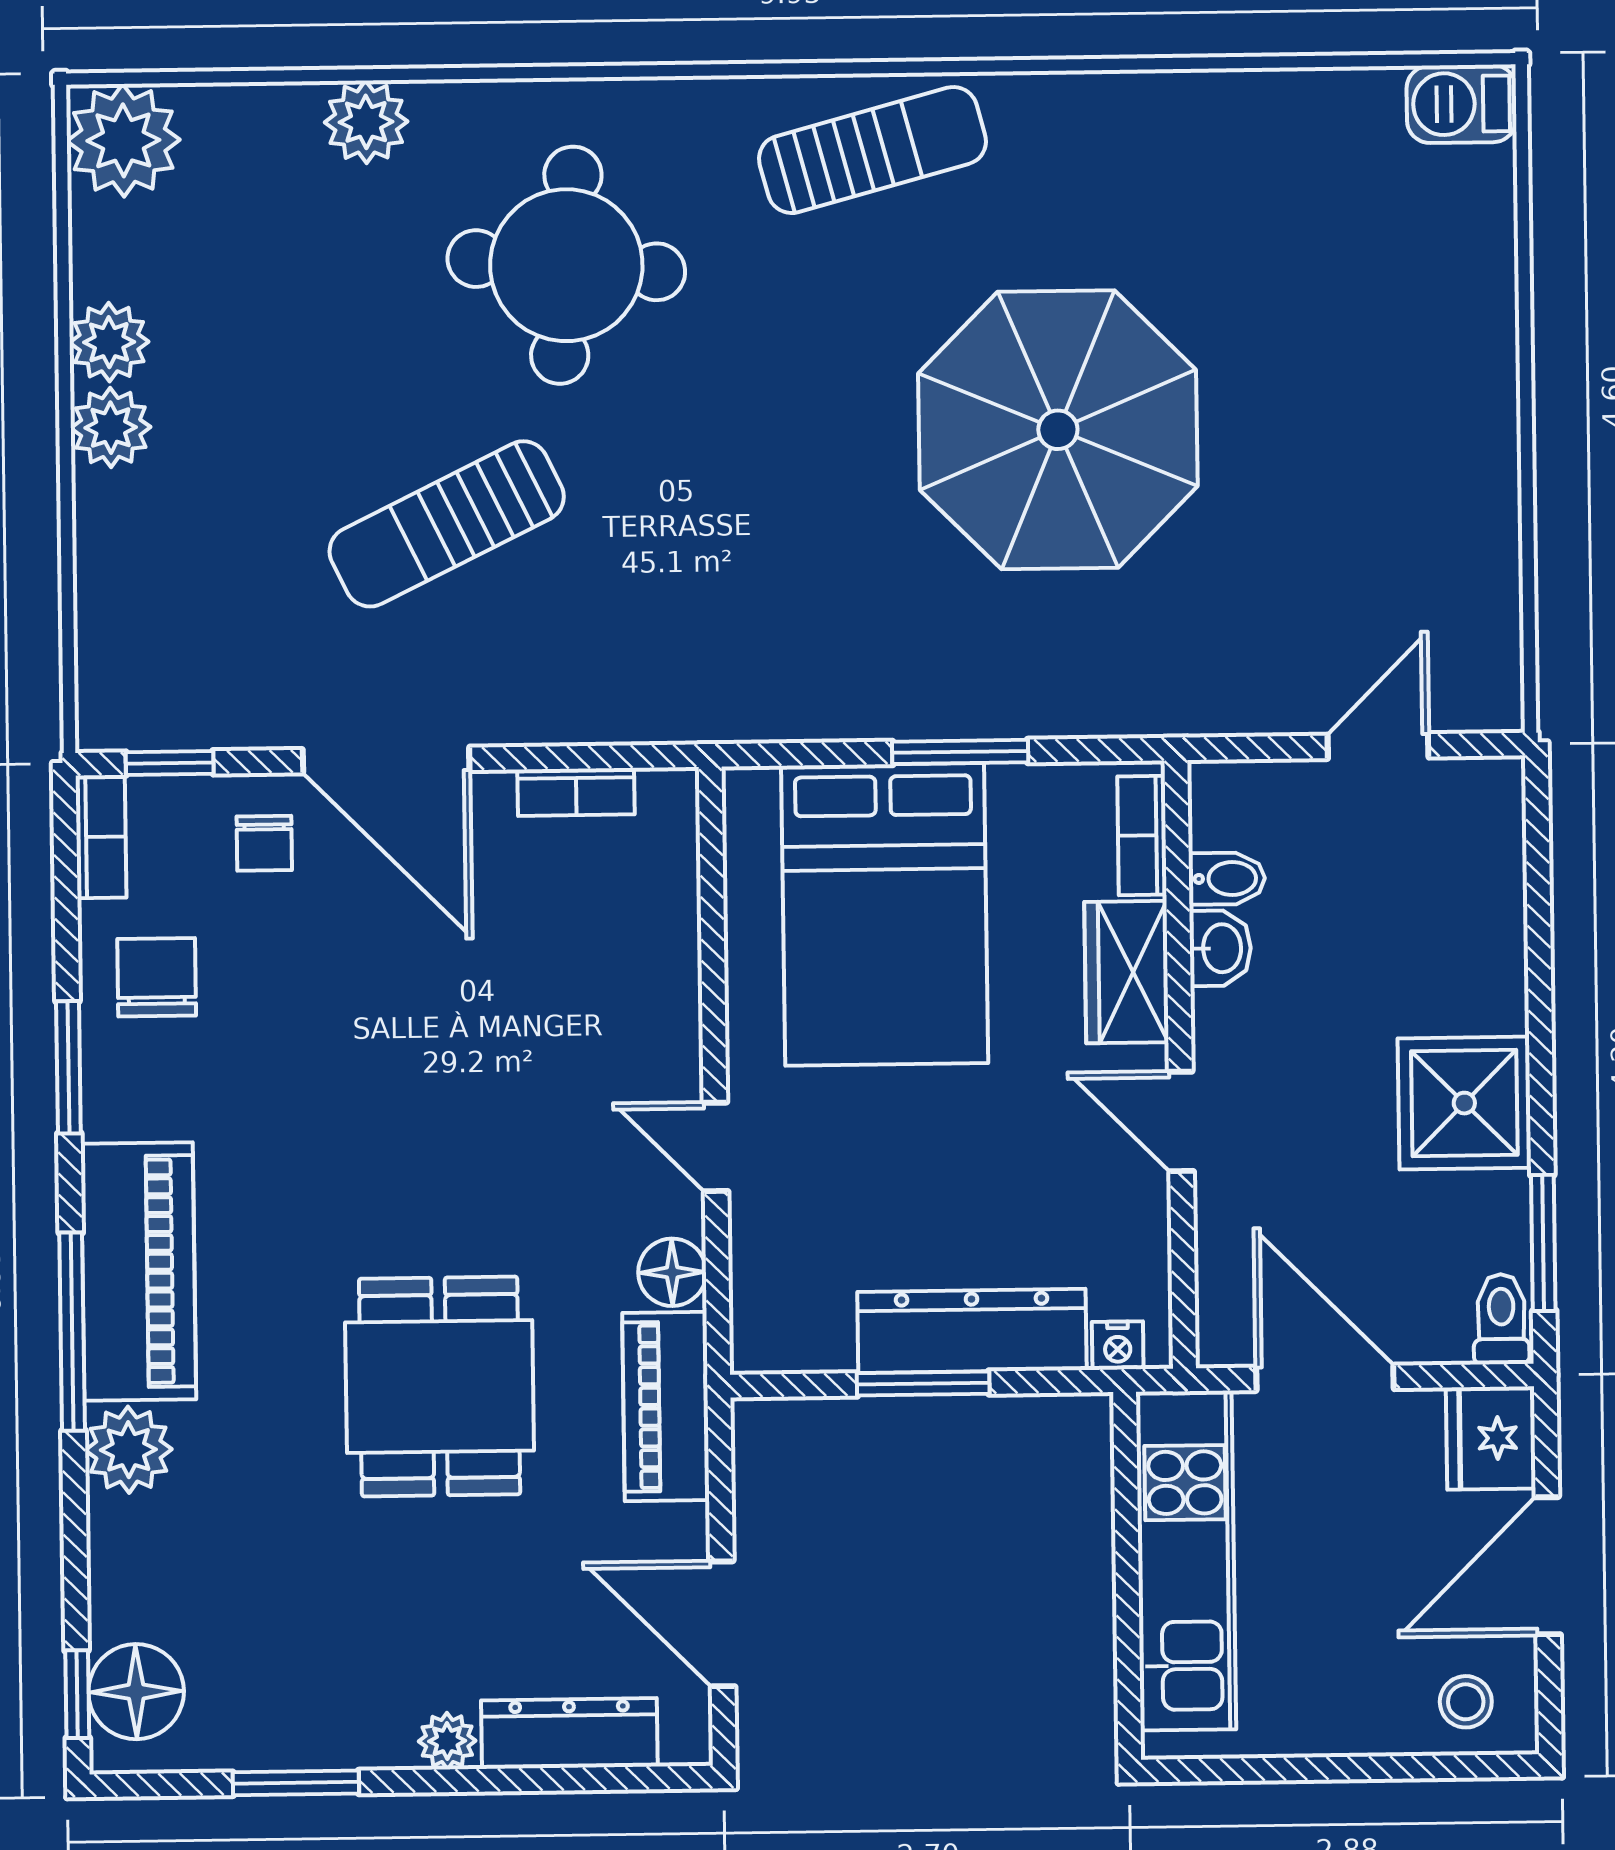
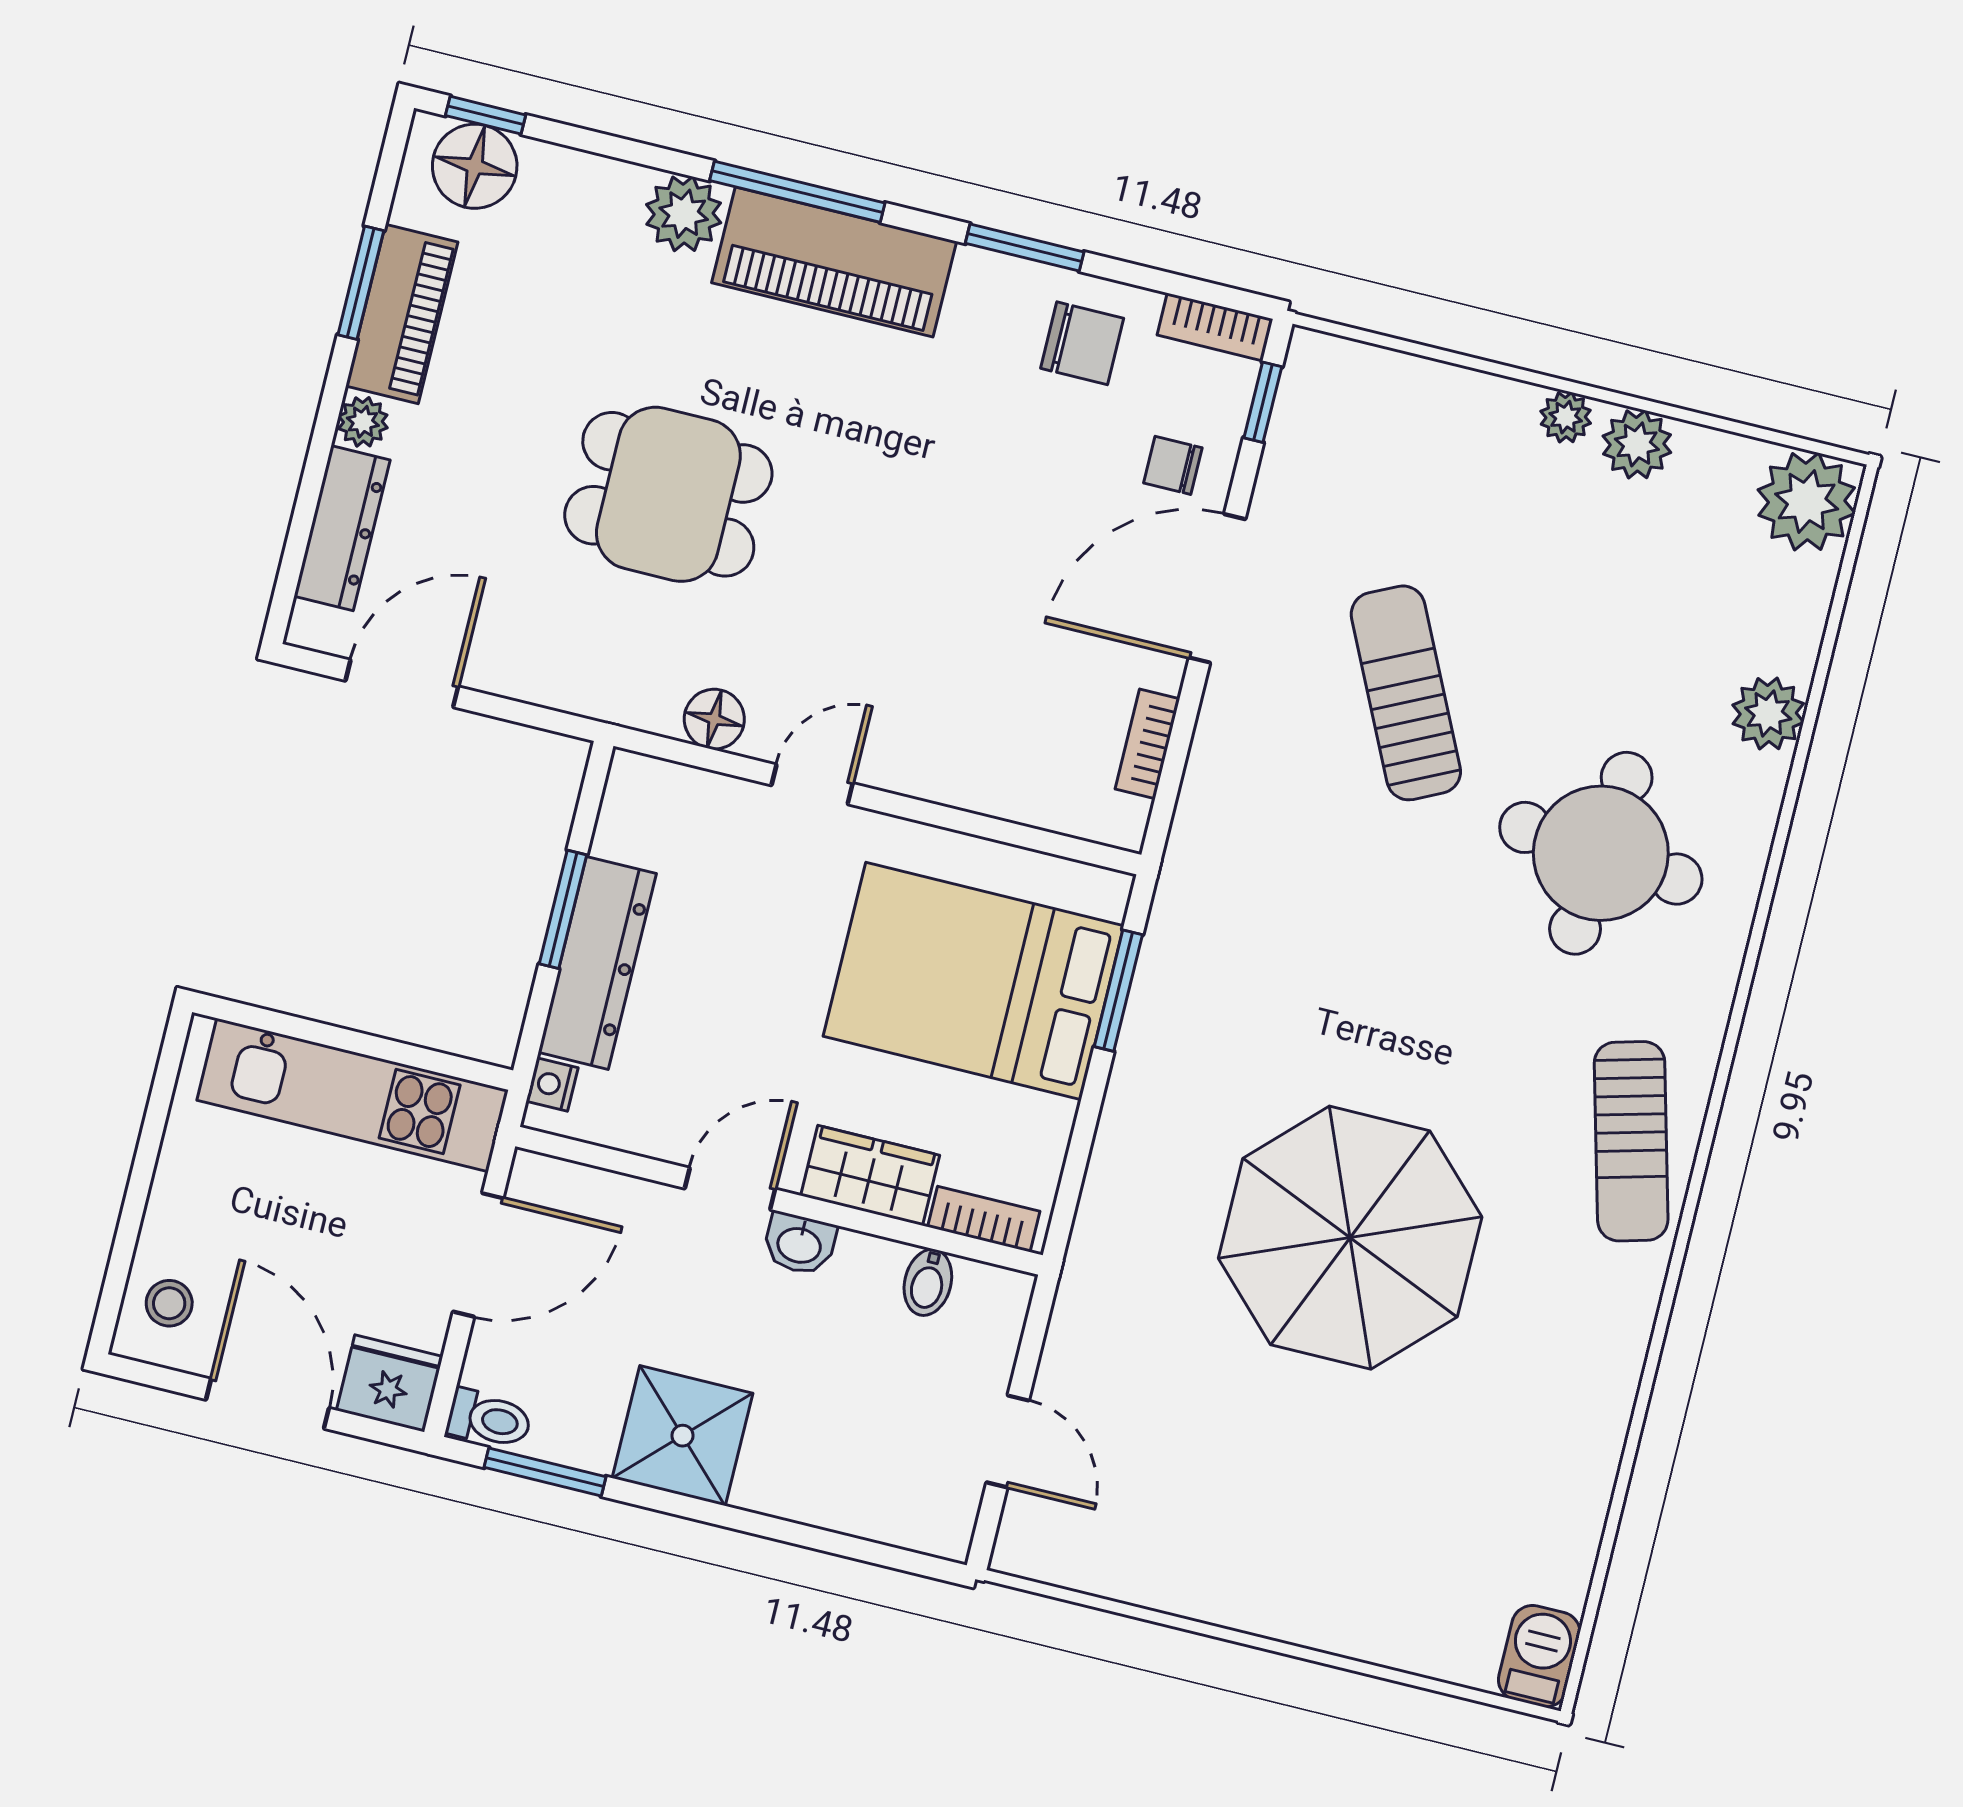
plant: (111, 428) -> (1566, 417), width x0.73, depth x0.73
window: (960, 752) -> (1118, 991), moved
washbasin: (1220, 948) -> (799, 1244), moved
piano: (666, 1407) -> (402, 314), moved, turned 90

